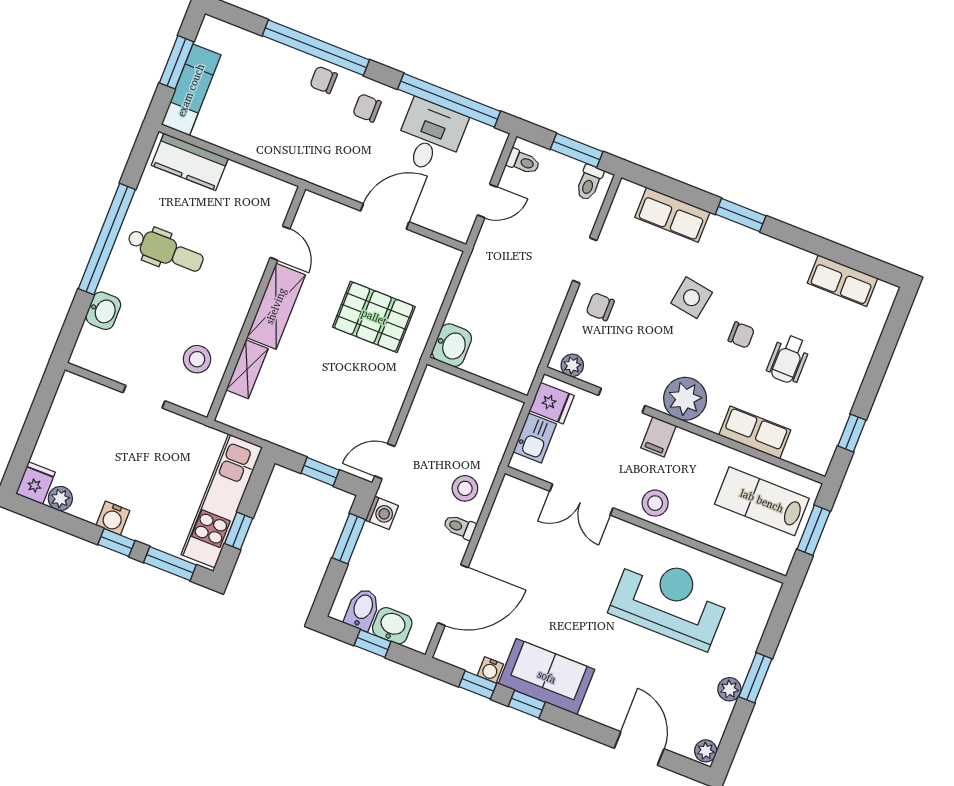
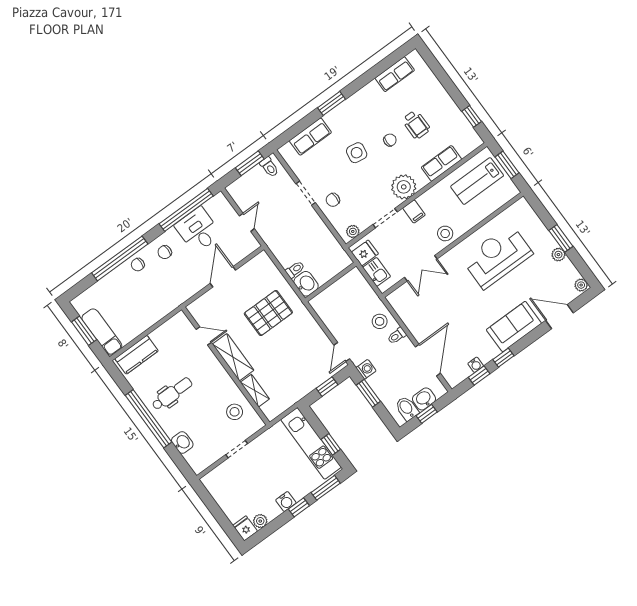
toilet: (523, 162) -> (295, 270), moved
sofa: (547, 677) -> (514, 327), moved

